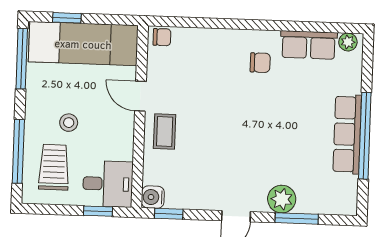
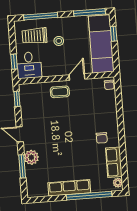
window: (365, 136) -> (89, 196), moved
trolley: (54, 167) -> (34, 36), turned 180
water cooler: (153, 197) -> (25, 90), removed

